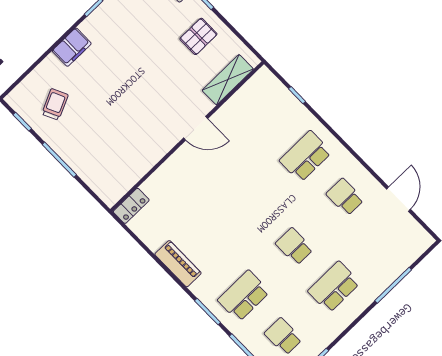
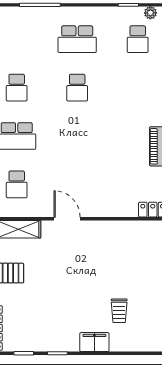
trolley: (55, 104) -> (119, 311), moved, turned -65
school desk: (244, 296) -> (17, 184), moved, width x0.54

